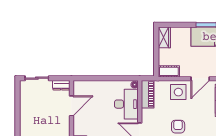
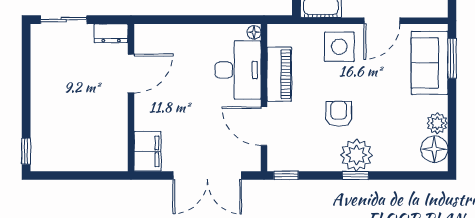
piano: (148, 94) -> (279, 74), moved

